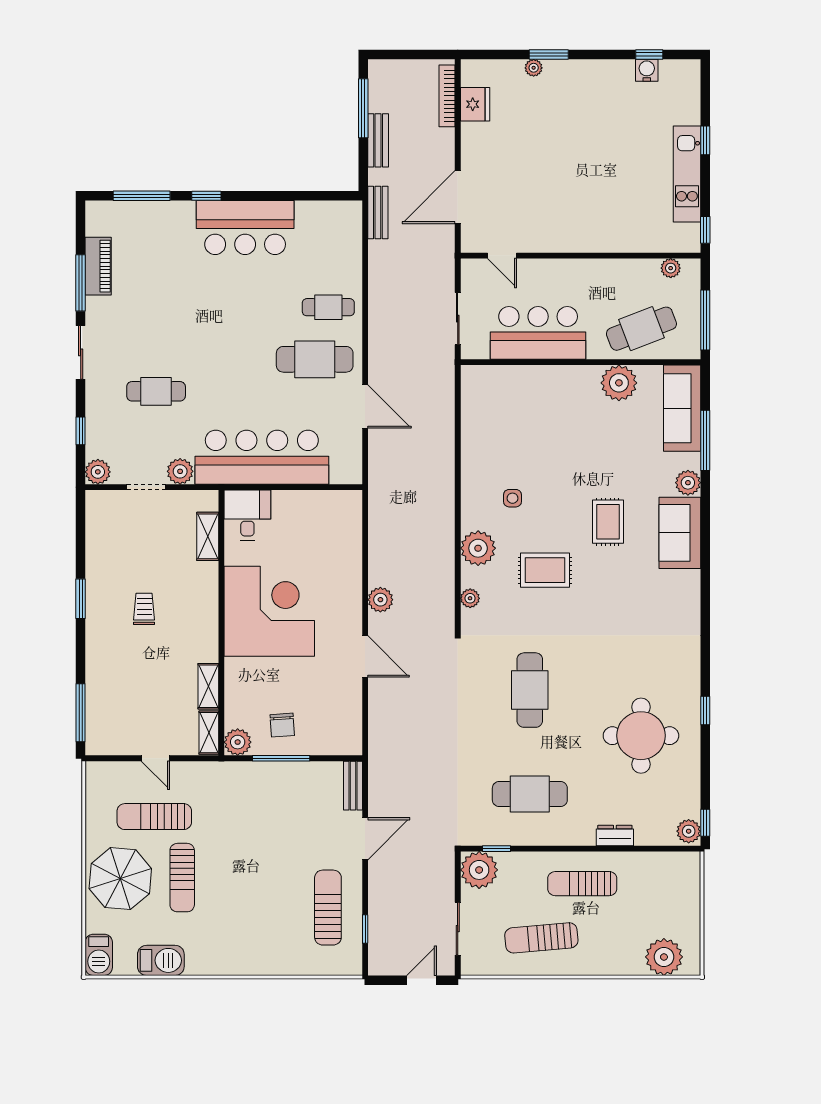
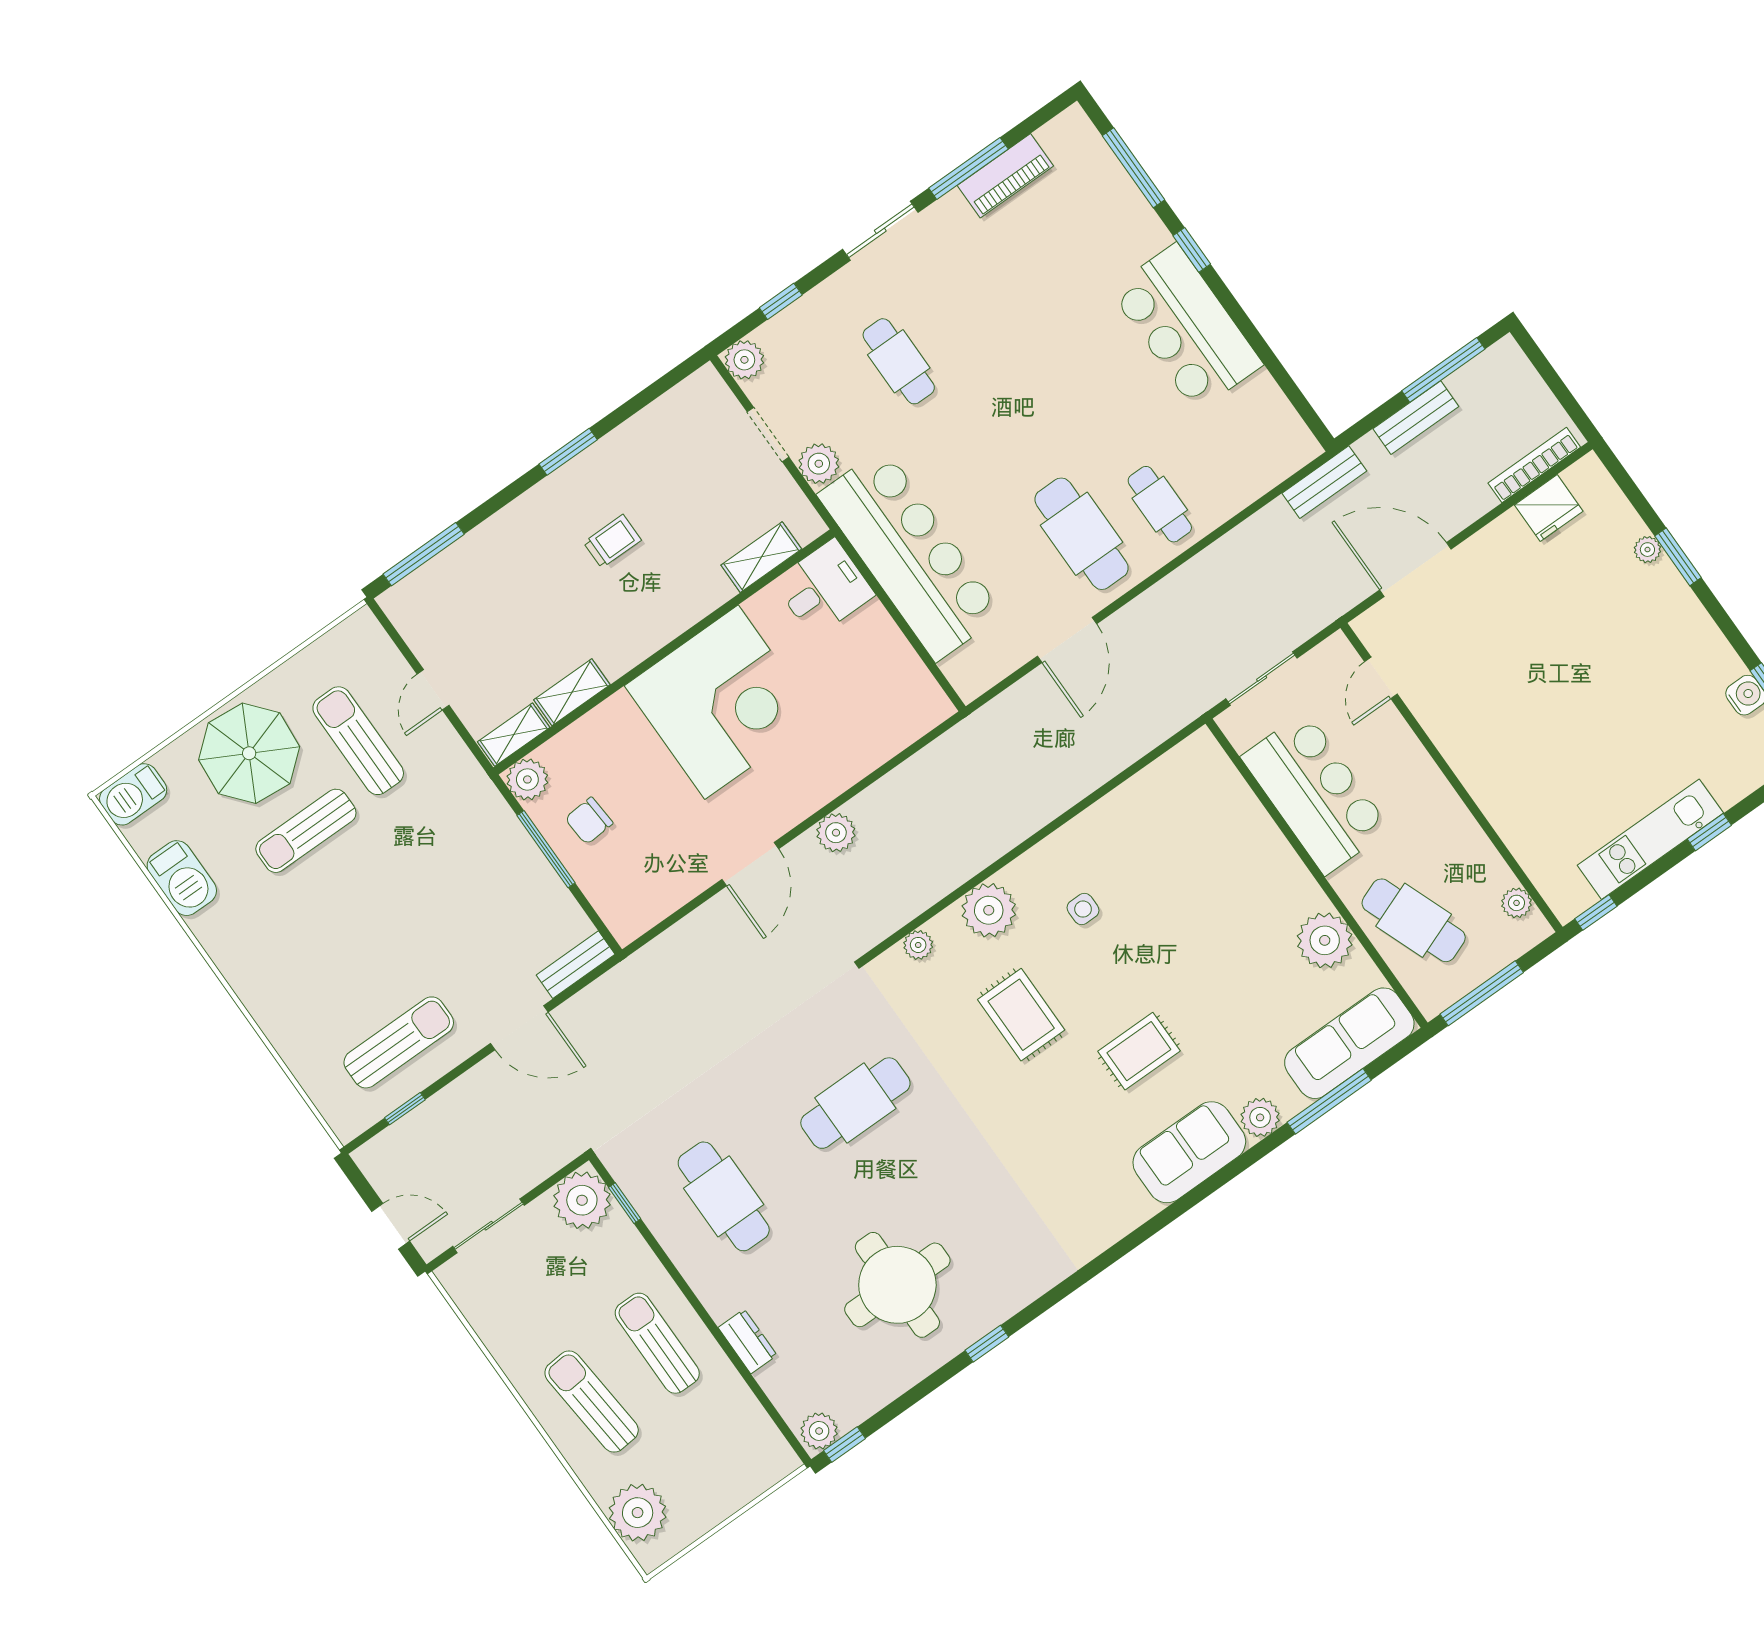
sun lounger: (541, 938) -> (592, 1402), moved

